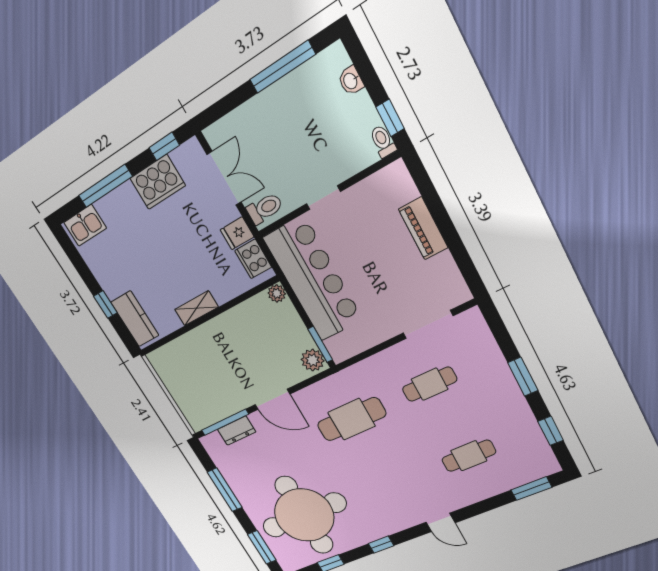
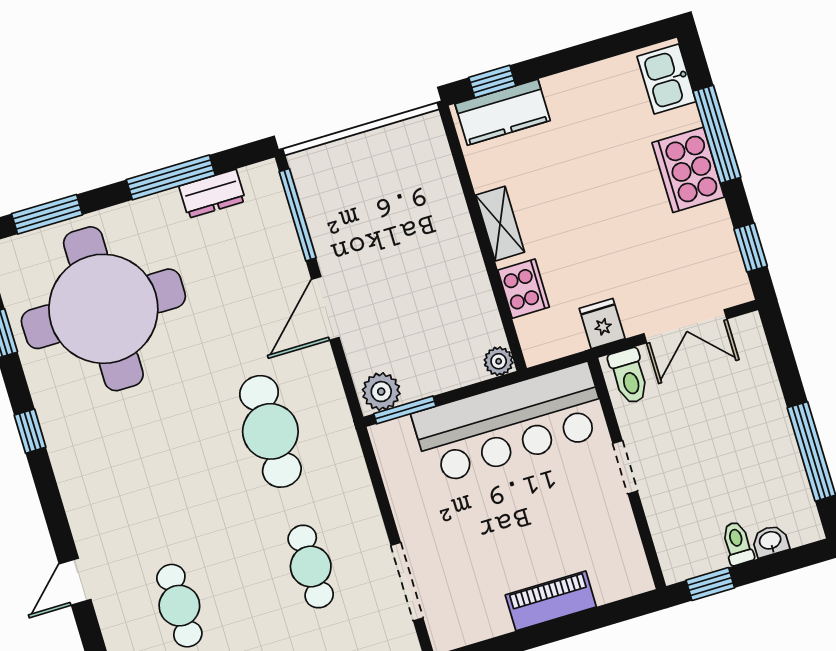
toilet: (383, 141) -> (737, 543), moved, turned -90
cooker: (158, 182) -> (688, 170), moved
cooker: (253, 259) -> (524, 289), moved, turned 90
window: (105, 305) -> (492, 82), moved
dresser: (237, 431) -> (212, 194), moved, turned -90
door: (441, 522) -> (75, 582), moved

